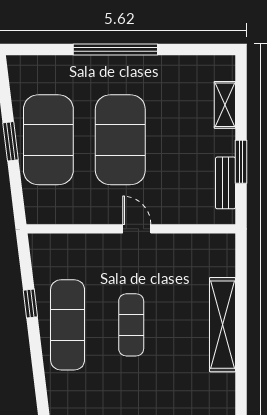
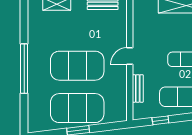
bench: (82, 242) -> (138, 88), added
window: (30, 304) -> (160, 120), moved

